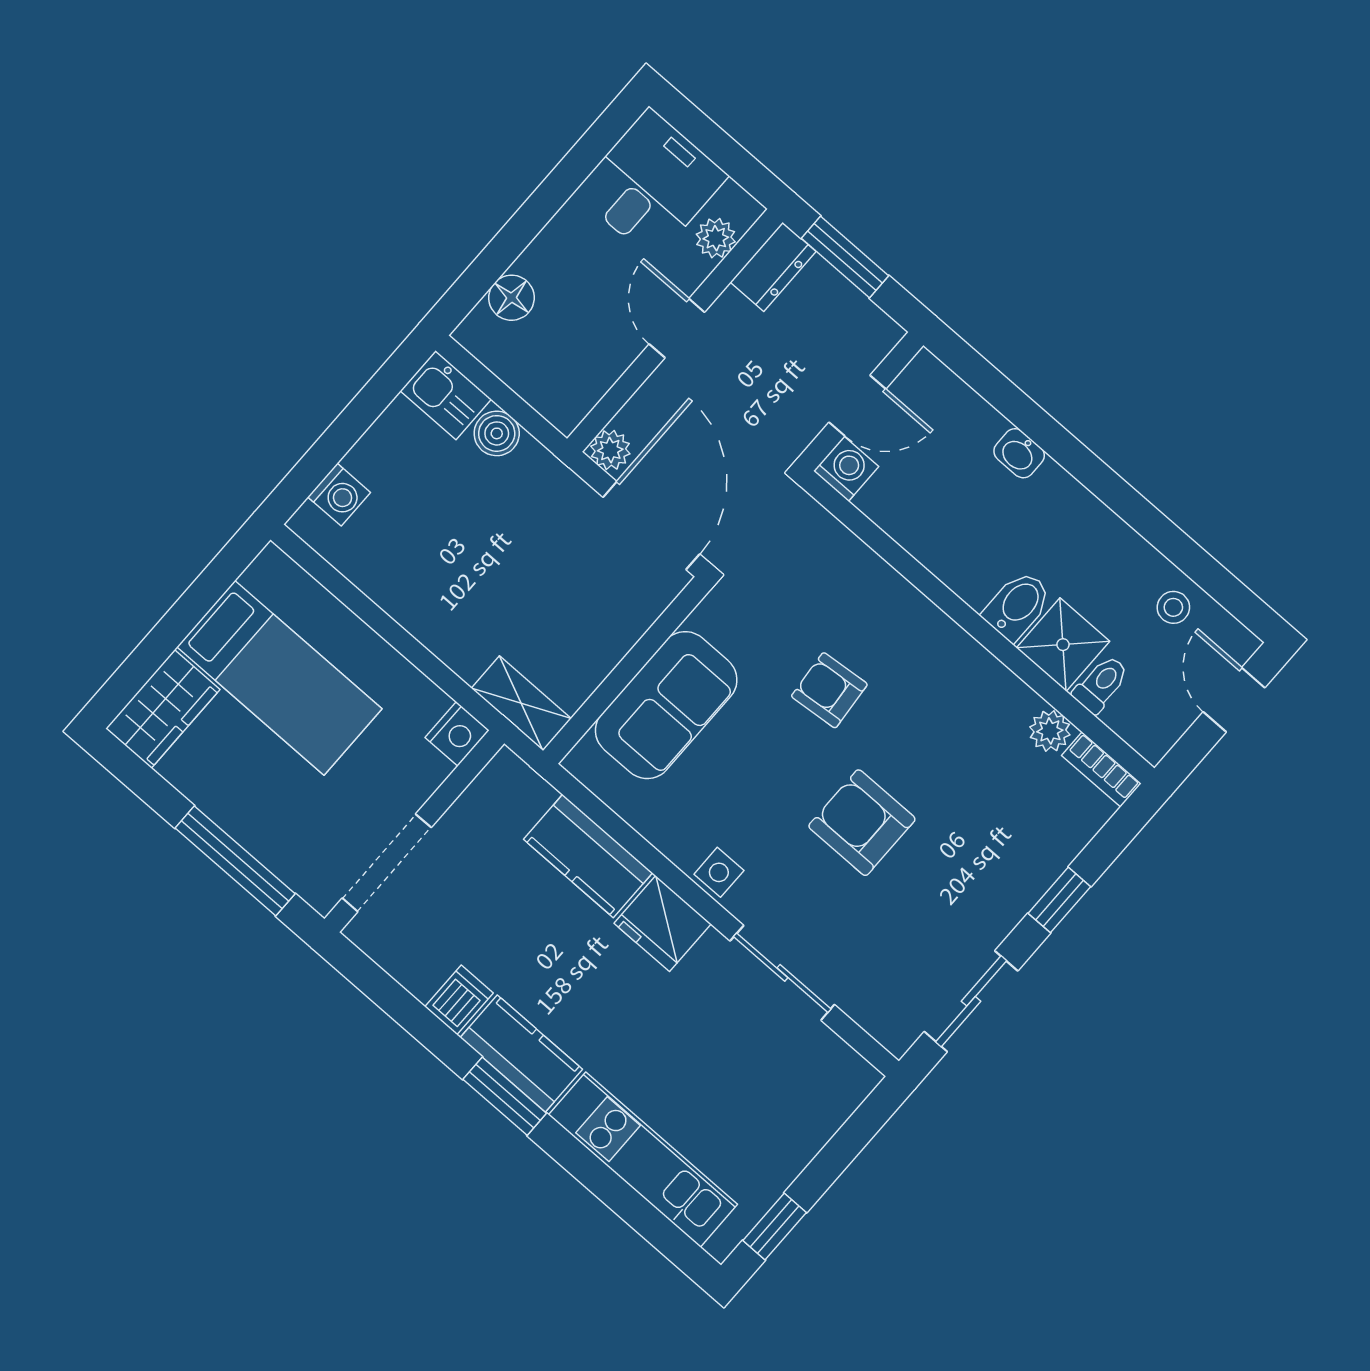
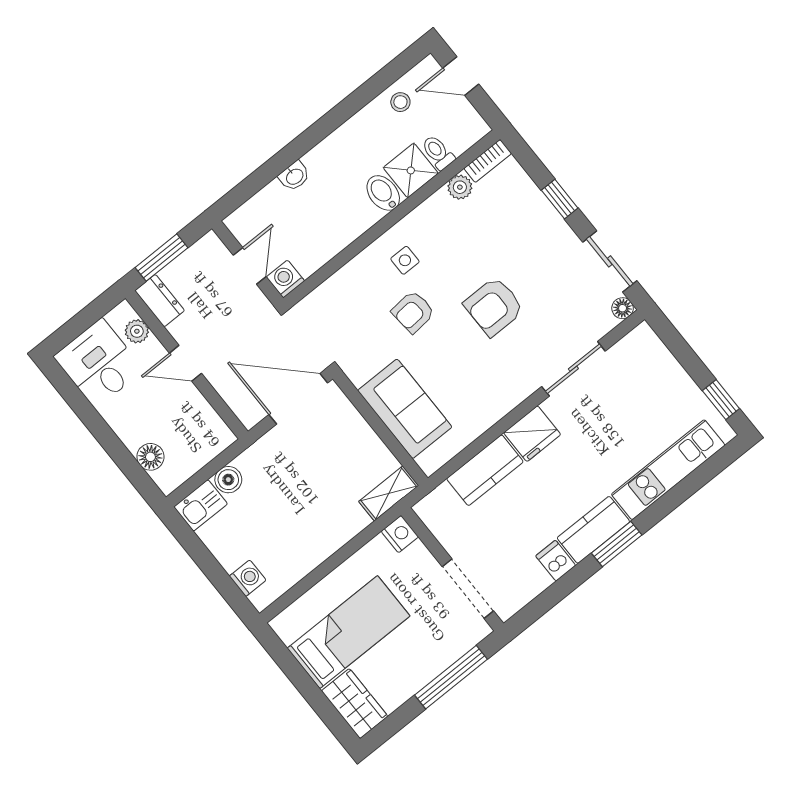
plant: (610, 450) -> (250, 415), removed
side table: (719, 872) -> (405, 260), moved
floor lamp: (897, 1036) -> (623, 308), added

